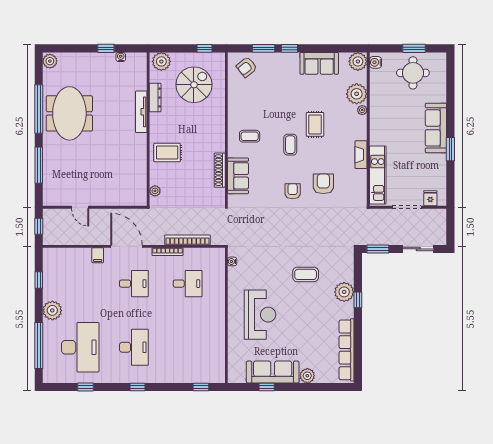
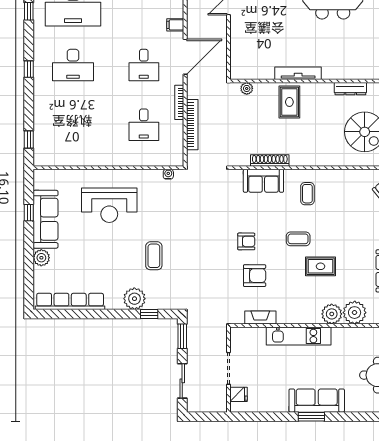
plant: (362, 110) -> (332, 314), width x1.88, depth x1.88
tv unit: (141, 112) -> (298, 73), moved
window: (450, 149) -> (311, 417), moved
fireplace: (361, 155) -> (260, 317), moved
kitchen unit: (378, 175) -> (299, 336), moved
window: (358, 300) -> (149, 314), moved

